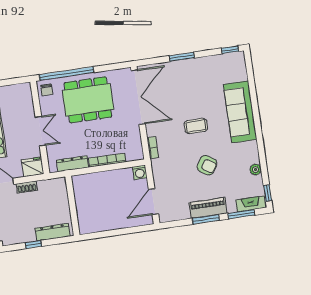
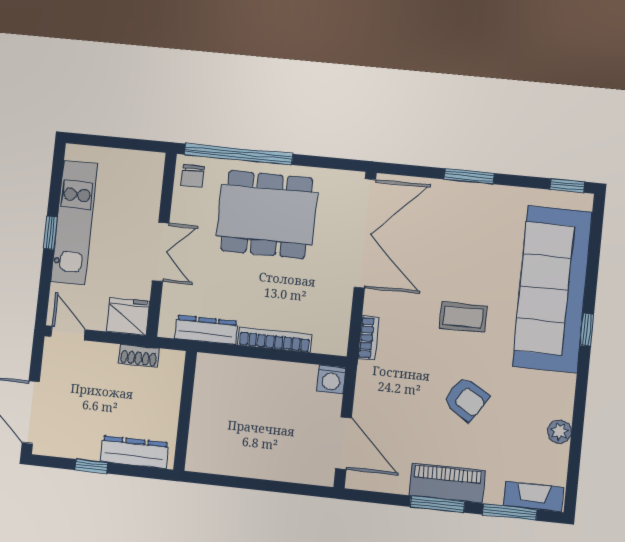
sofa: (240, 112) -> (552, 289), width x1.36, depth x1.27
shoe rack: (27, 187) -> (139, 356), moved
window: (268, 193) -> (587, 330), moved
door: (153, 202) -> (344, 443), swing flipped

